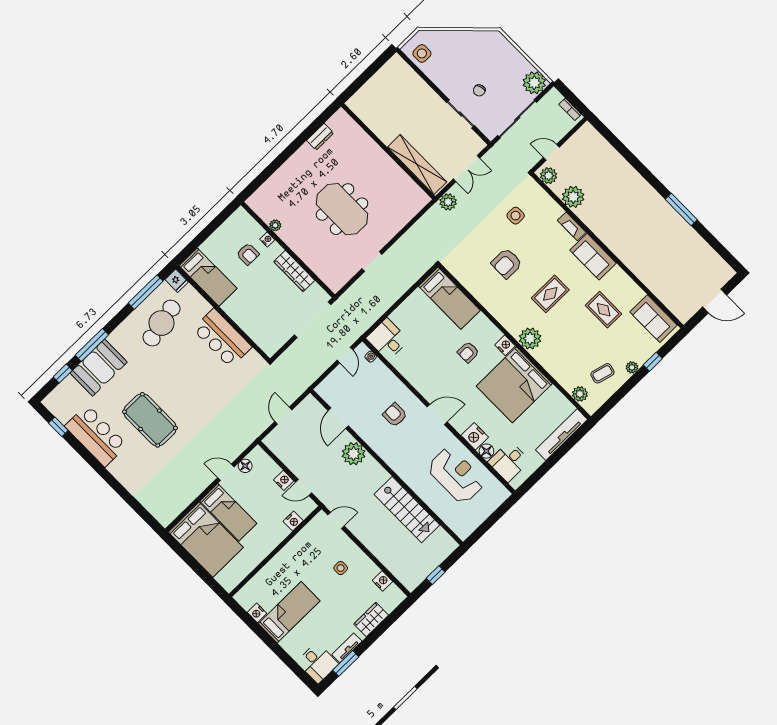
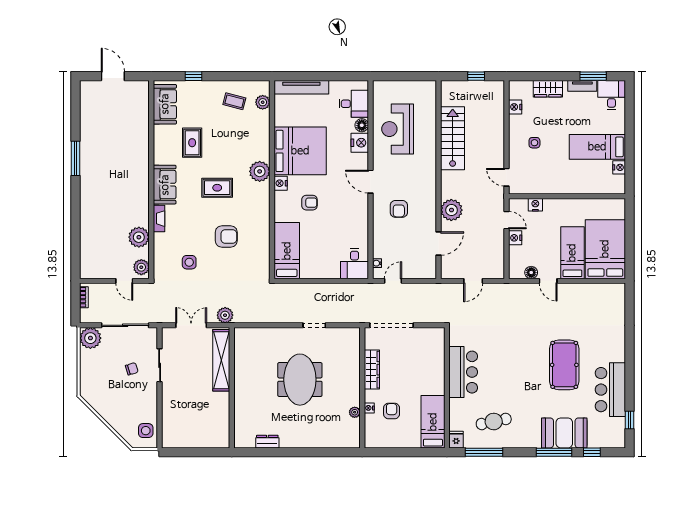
cafe table: (161, 323) -> (494, 422), width x0.73, depth x0.74
plant: (632, 367) -> (211, 86), removed

